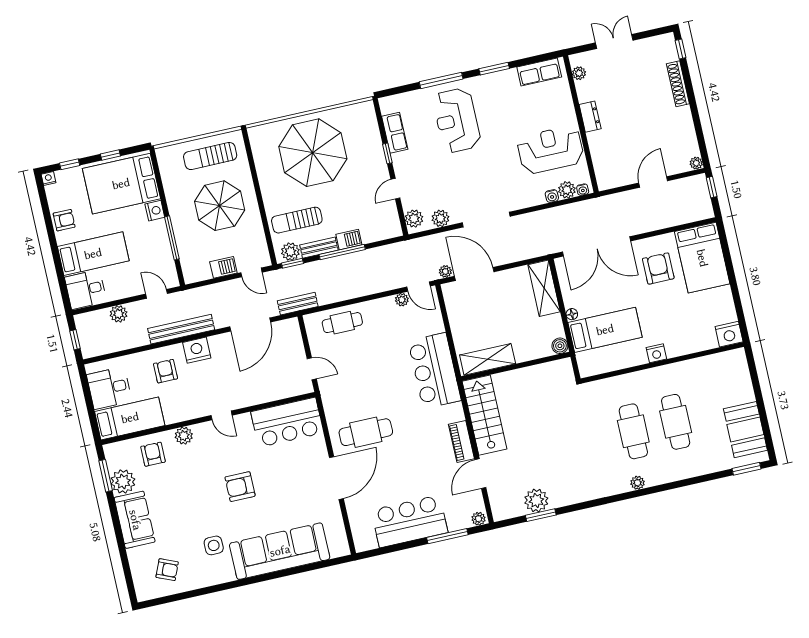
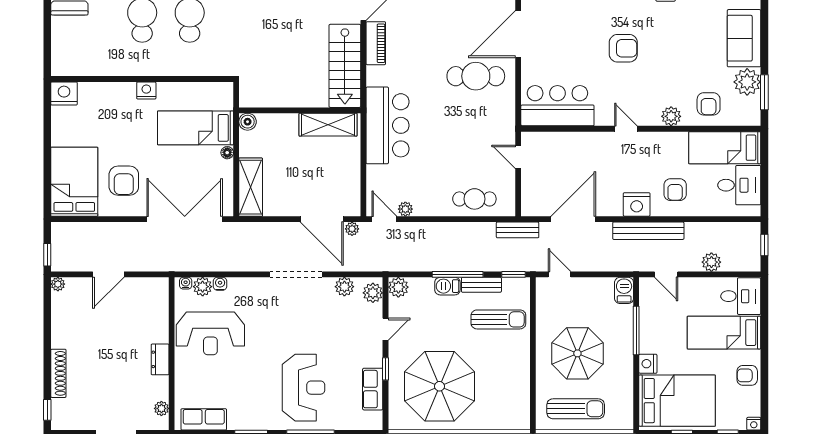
parasol: (313, 153) -> (439, 386), moved
plant: (290, 252) -> (398, 287), moved
barbecue: (223, 267) -> (624, 290), moved, turned 90

